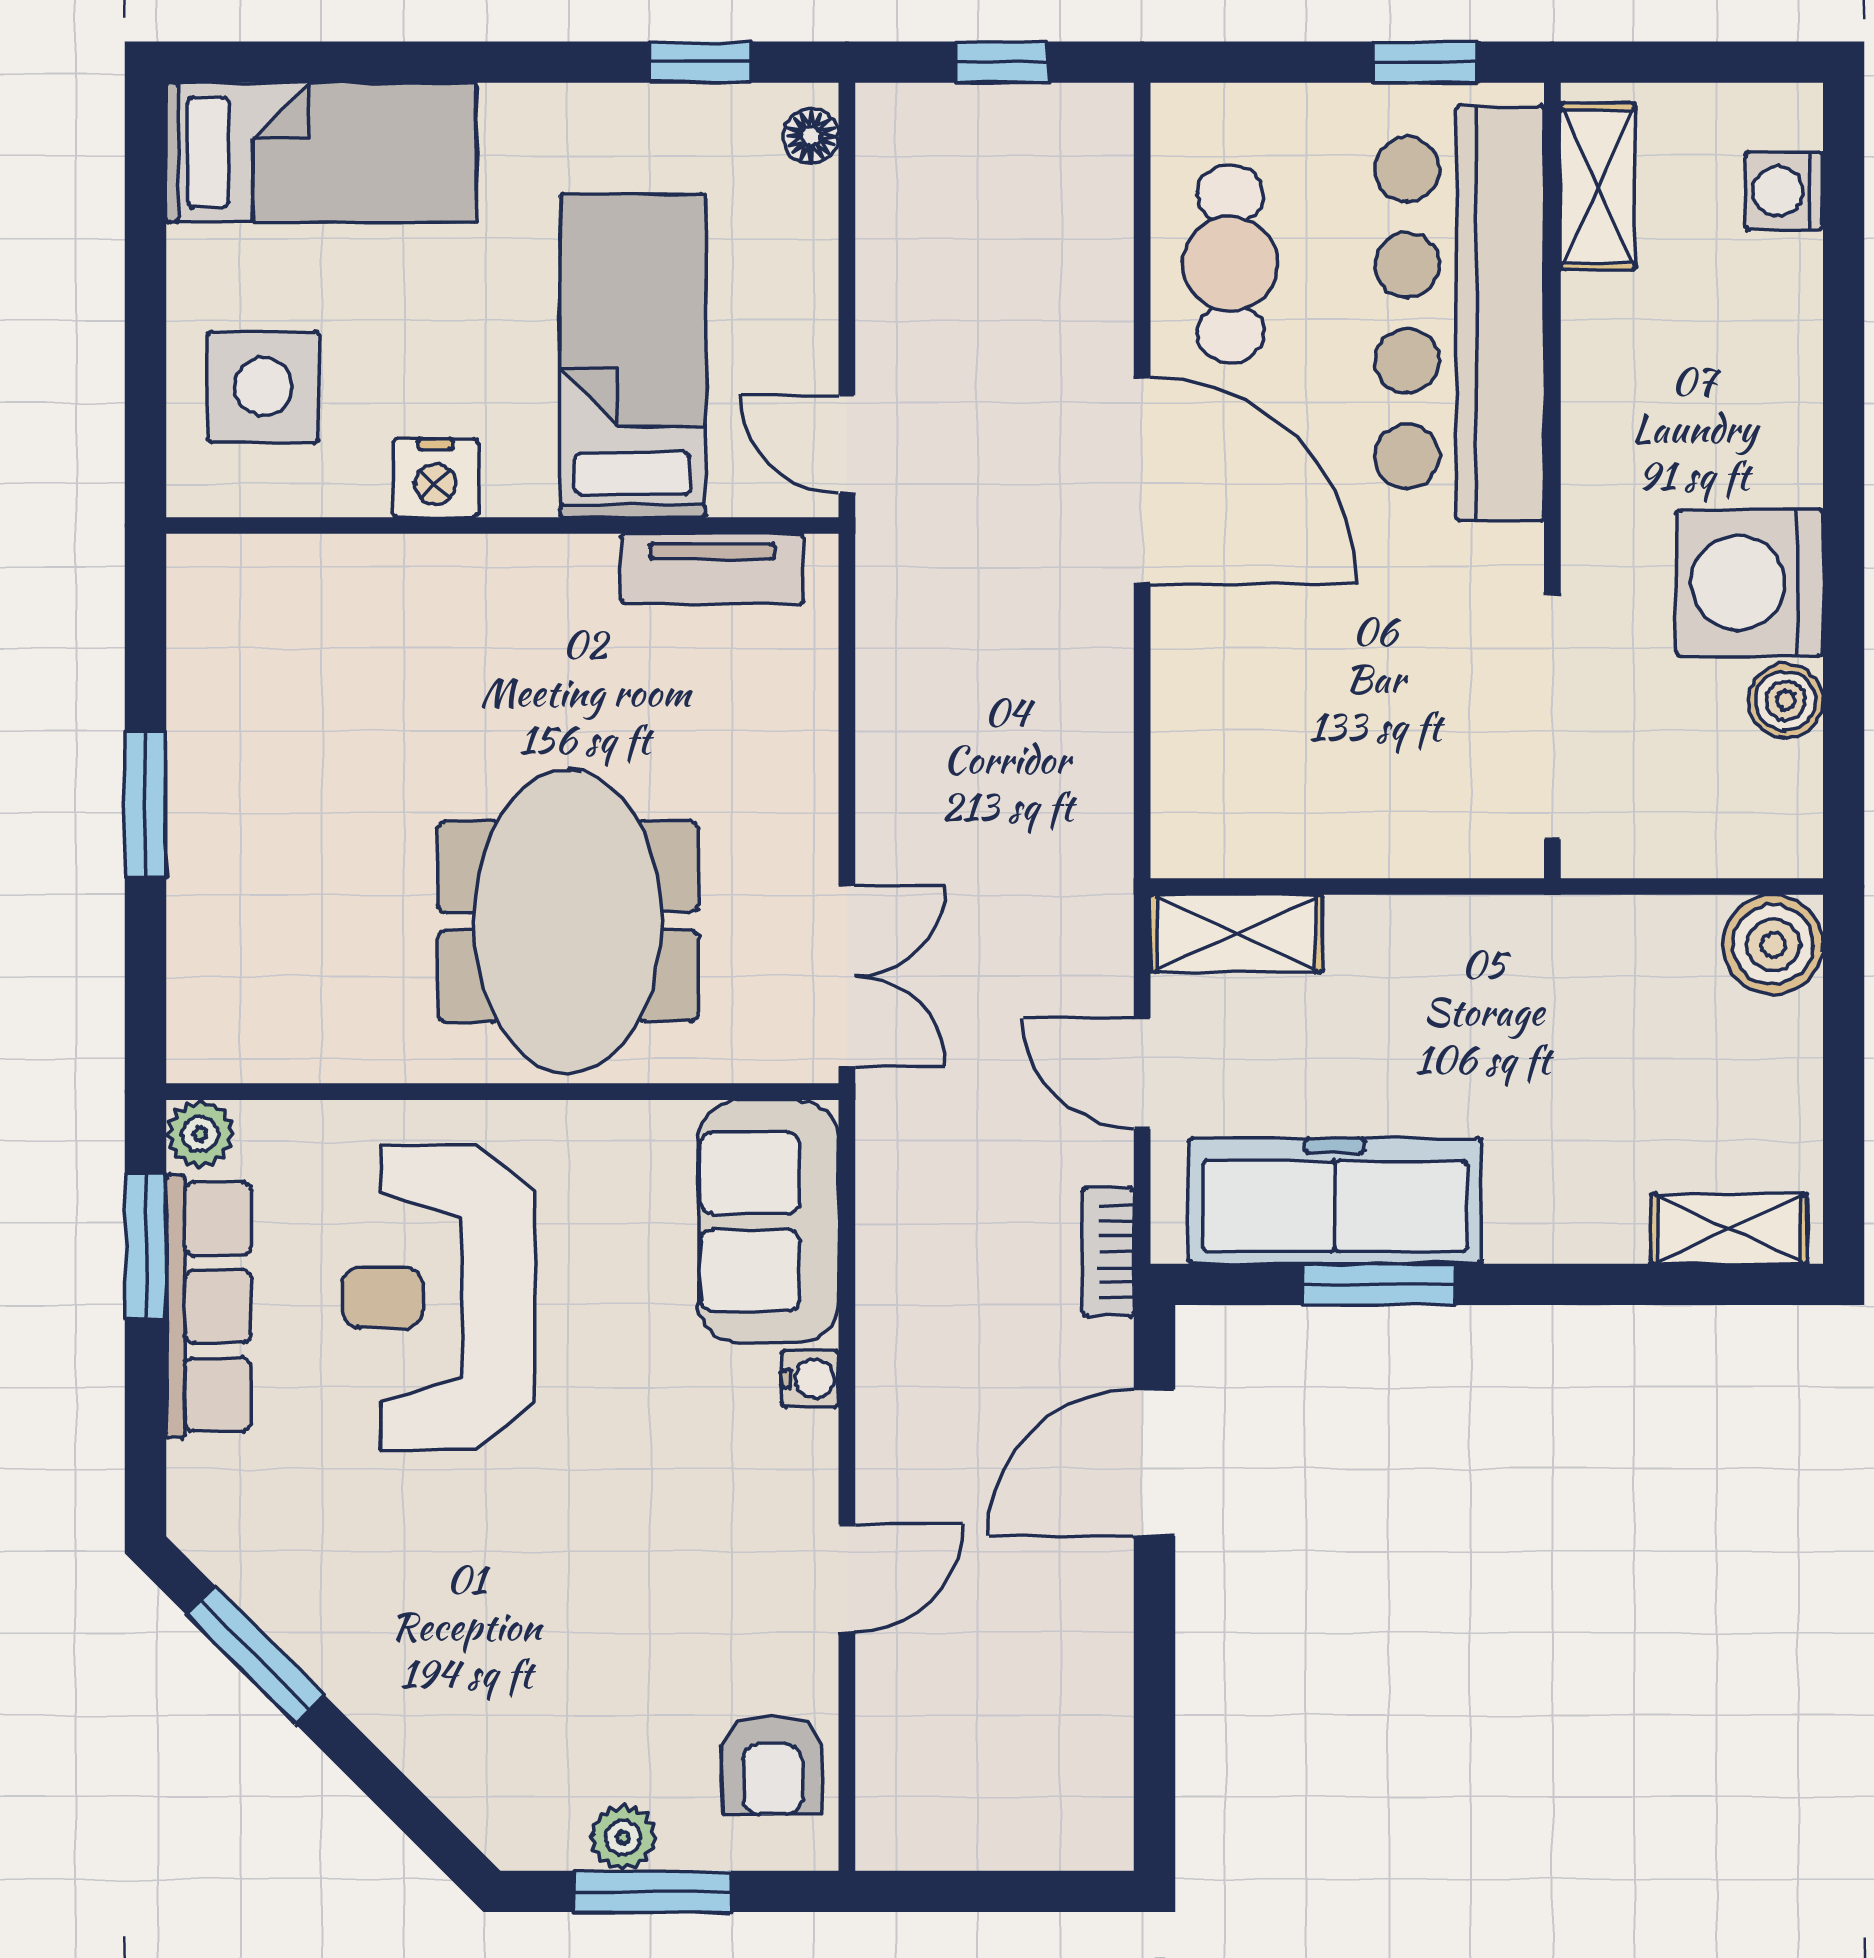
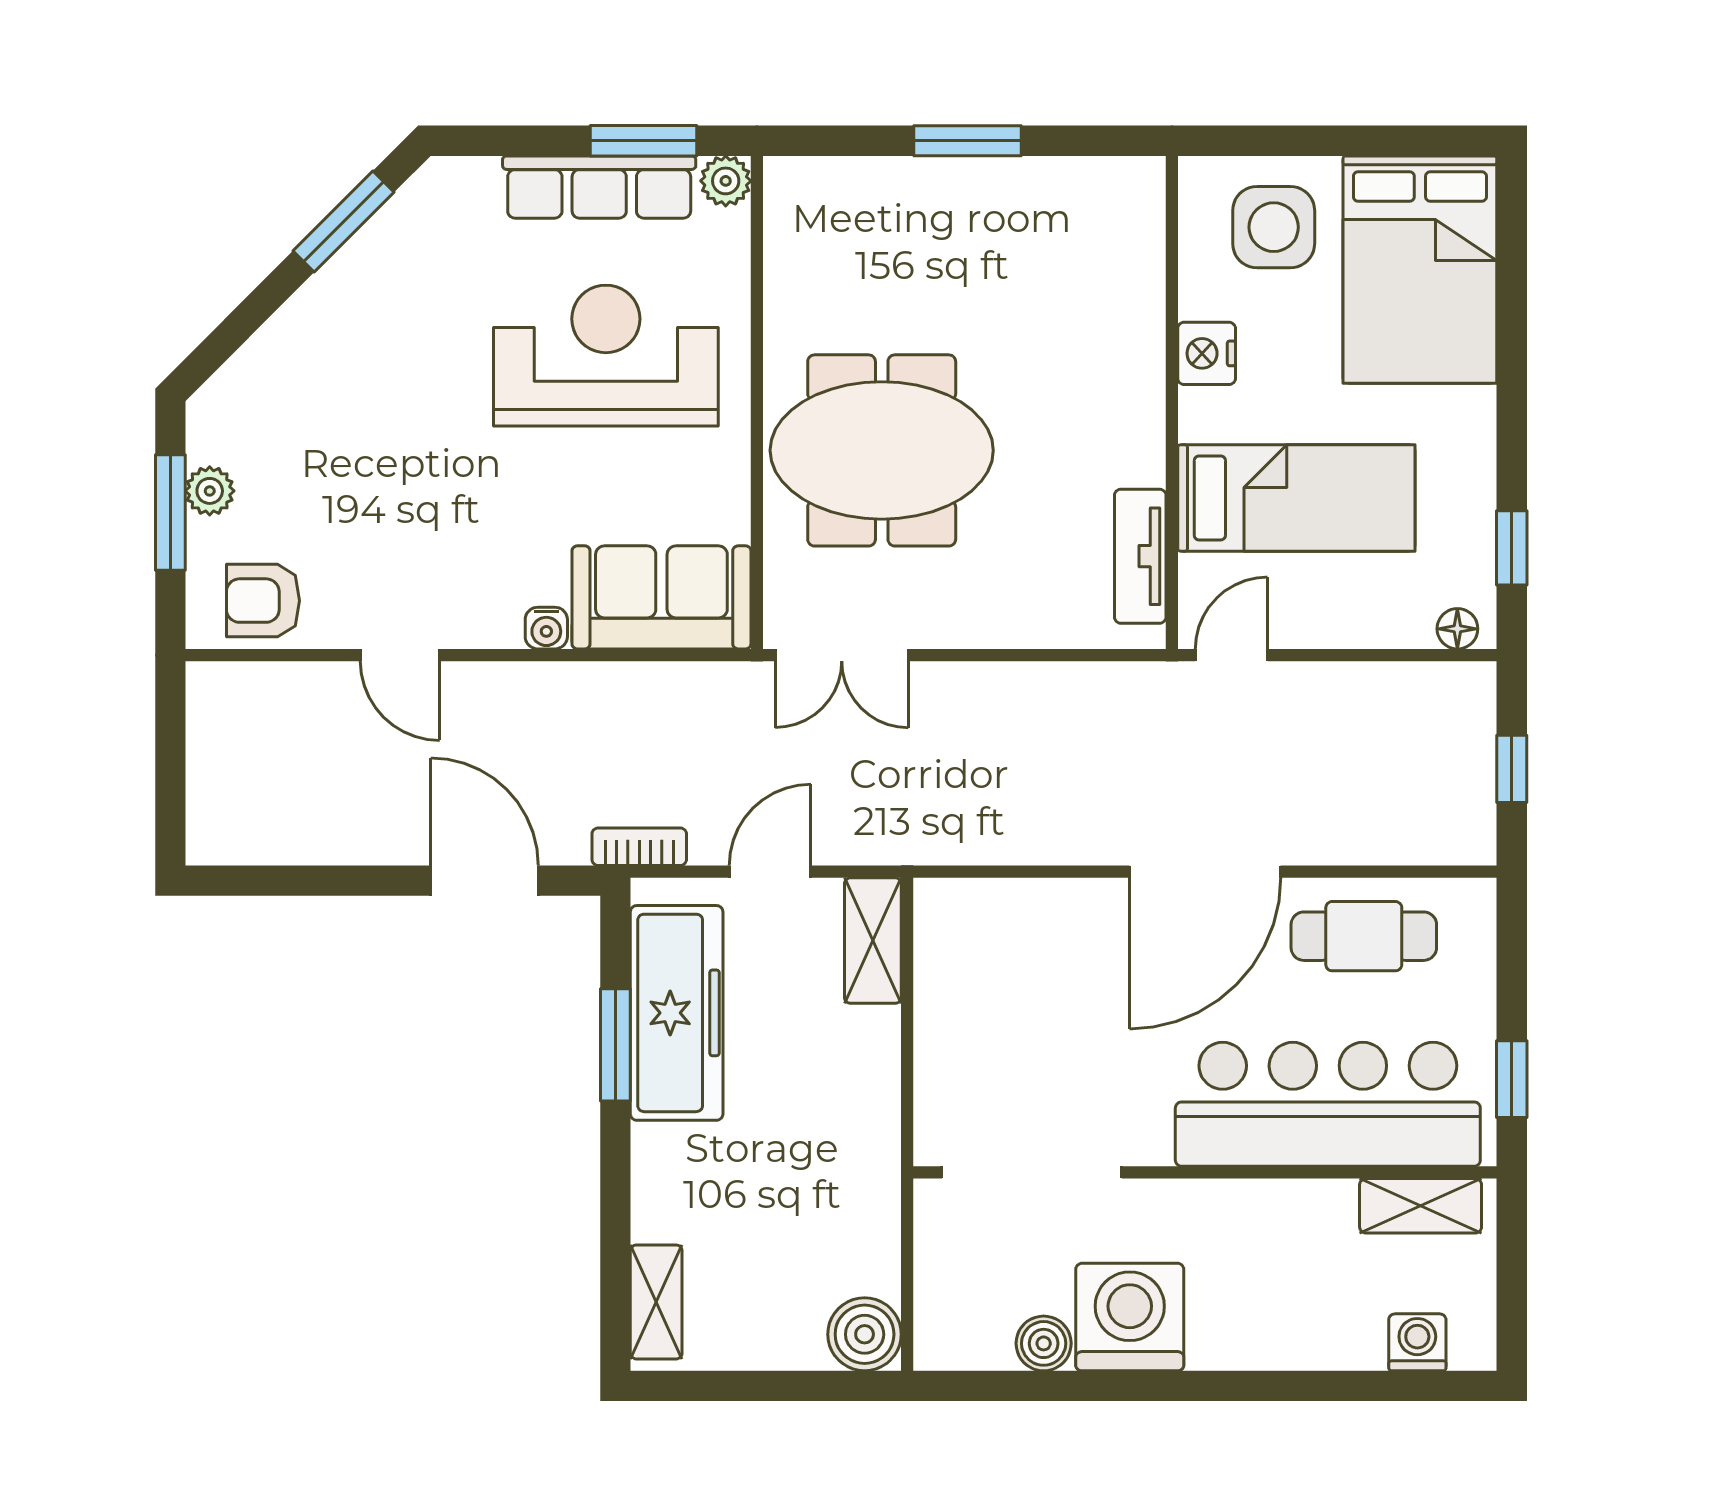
bed: (321, 152) -> (1420, 270), width x1.50

